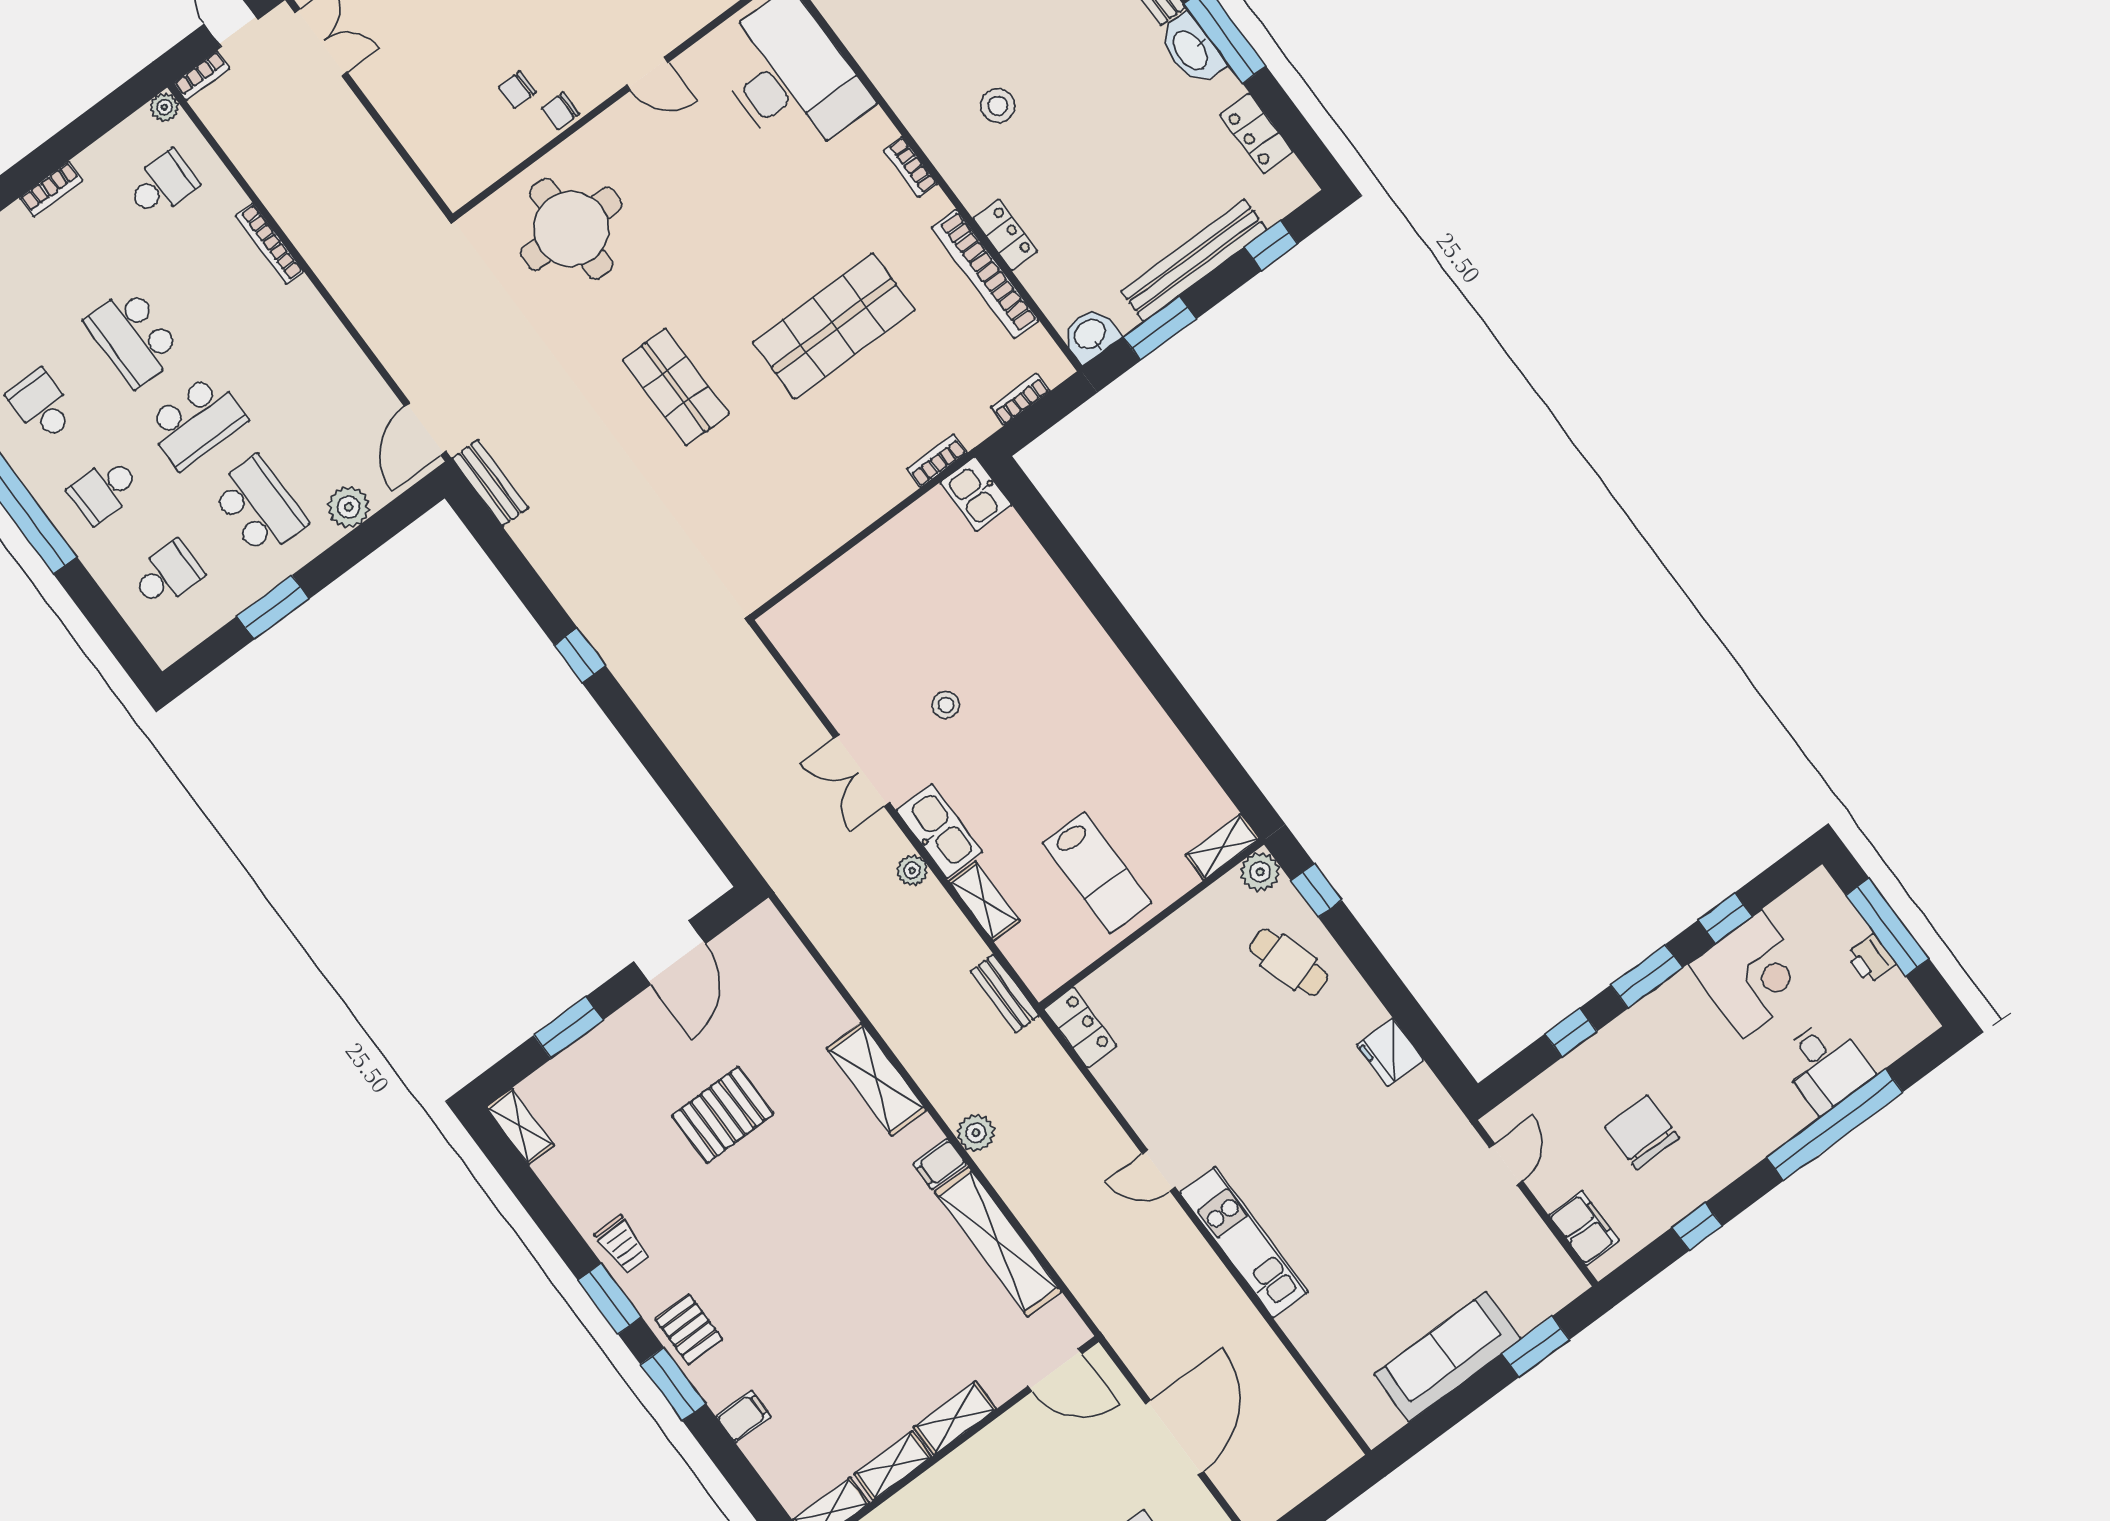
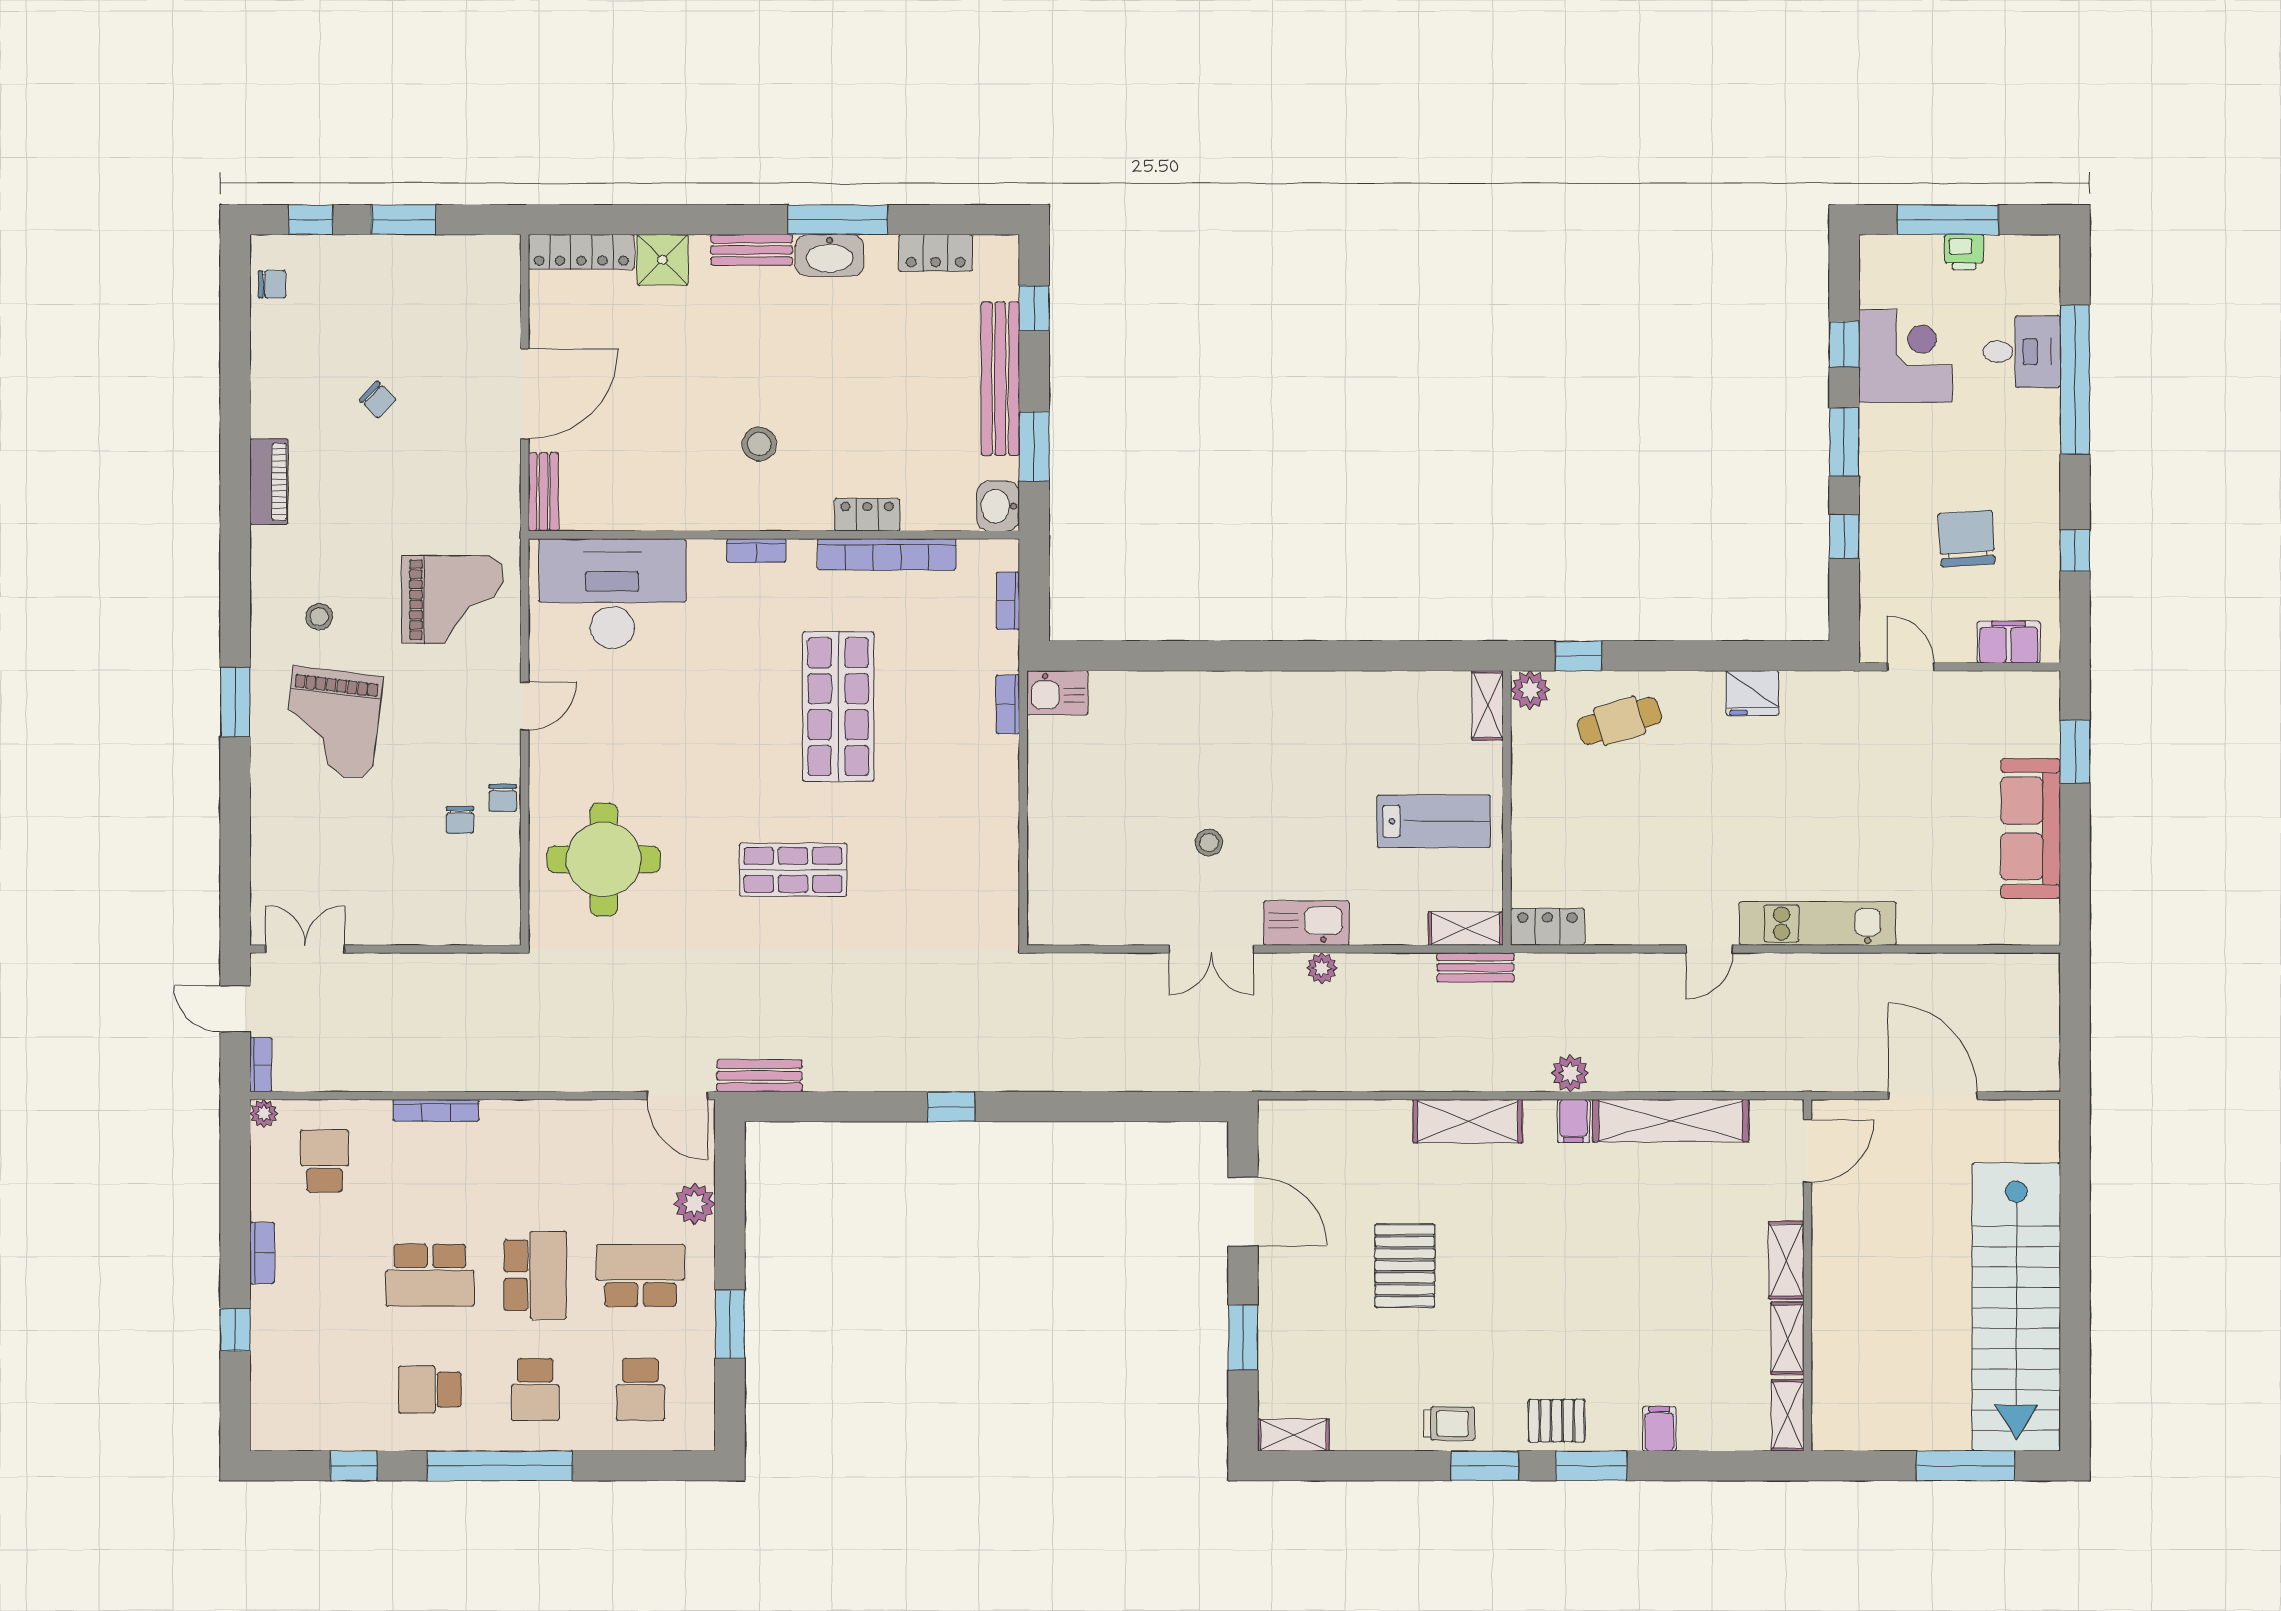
school desk: (167, 575) -> (640, 1390), turned 180
shelving: (984, 901) -> (1466, 929), moved
chair: (1642, 1132) -> (1967, 539), turned 86

